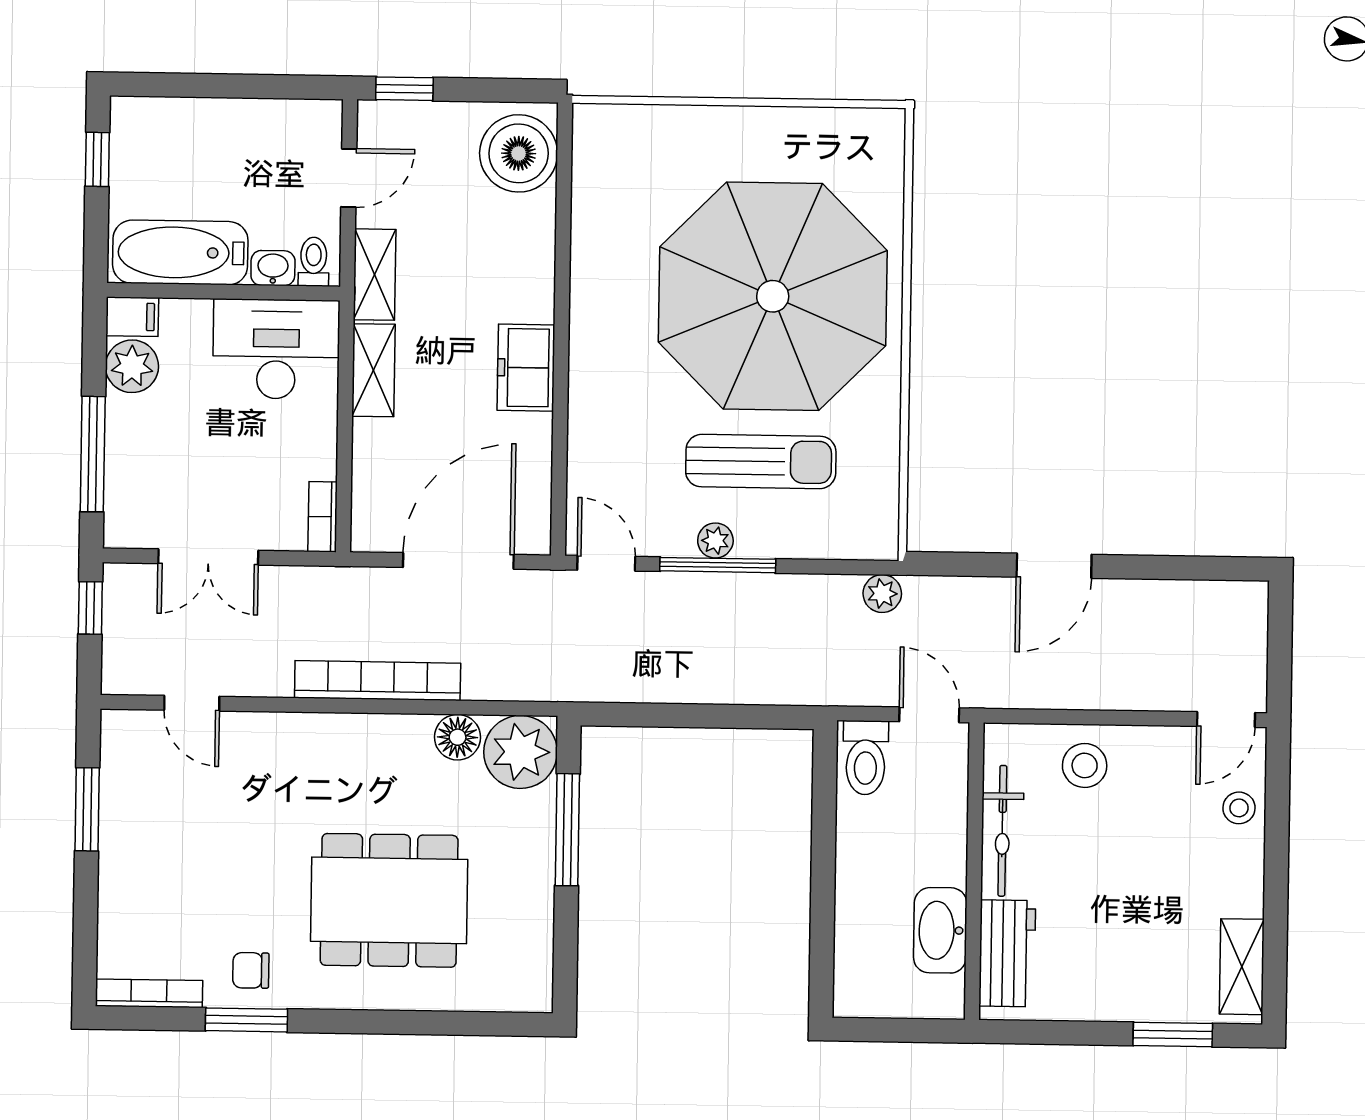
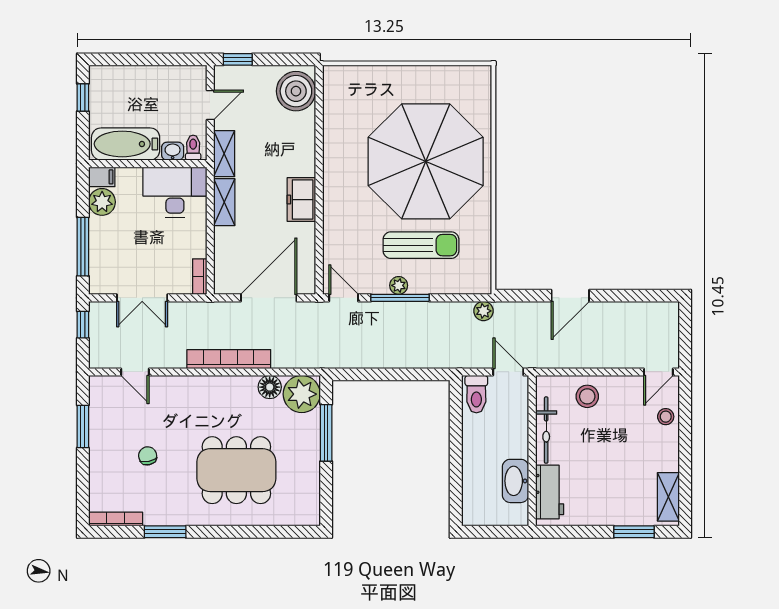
chair: (251, 970) -> (148, 456), moved, turned 78

